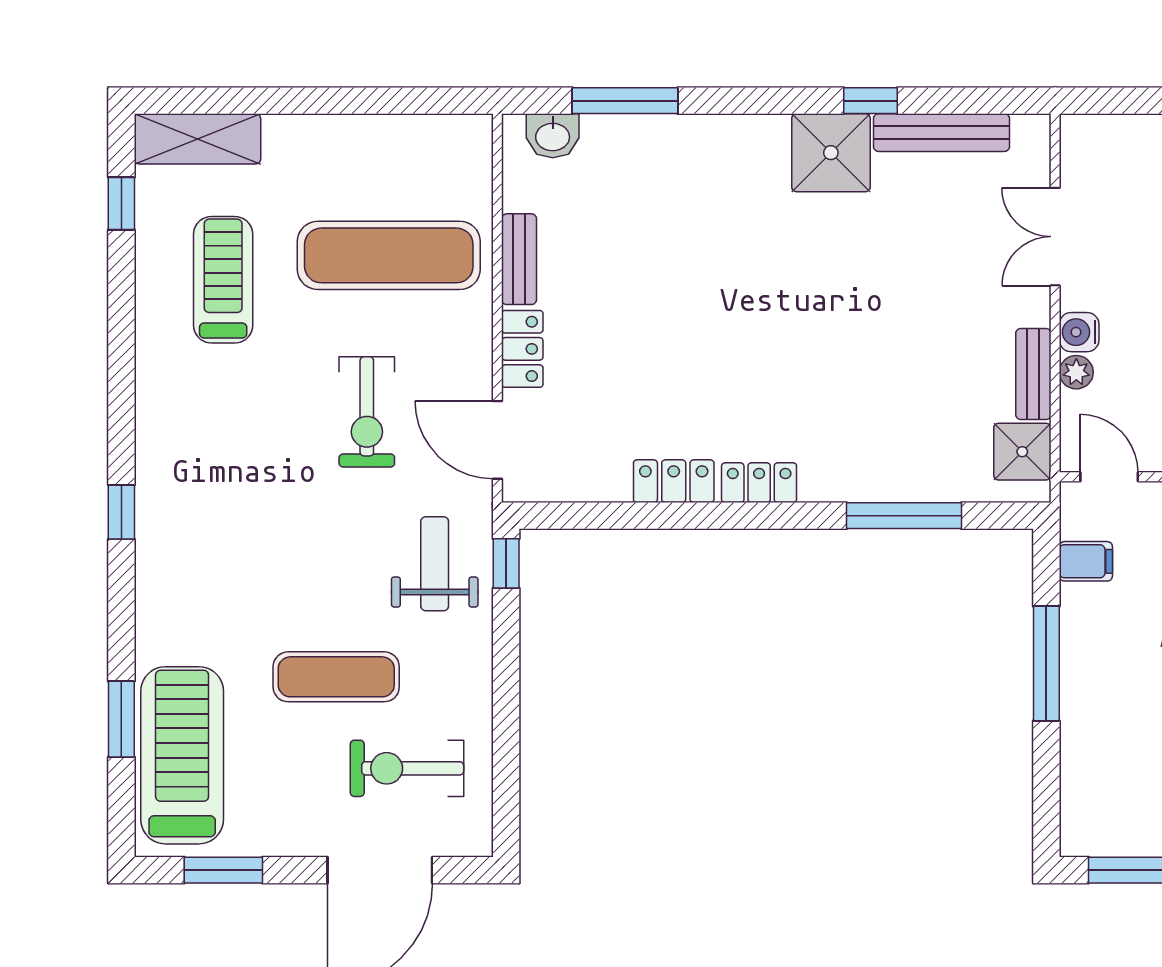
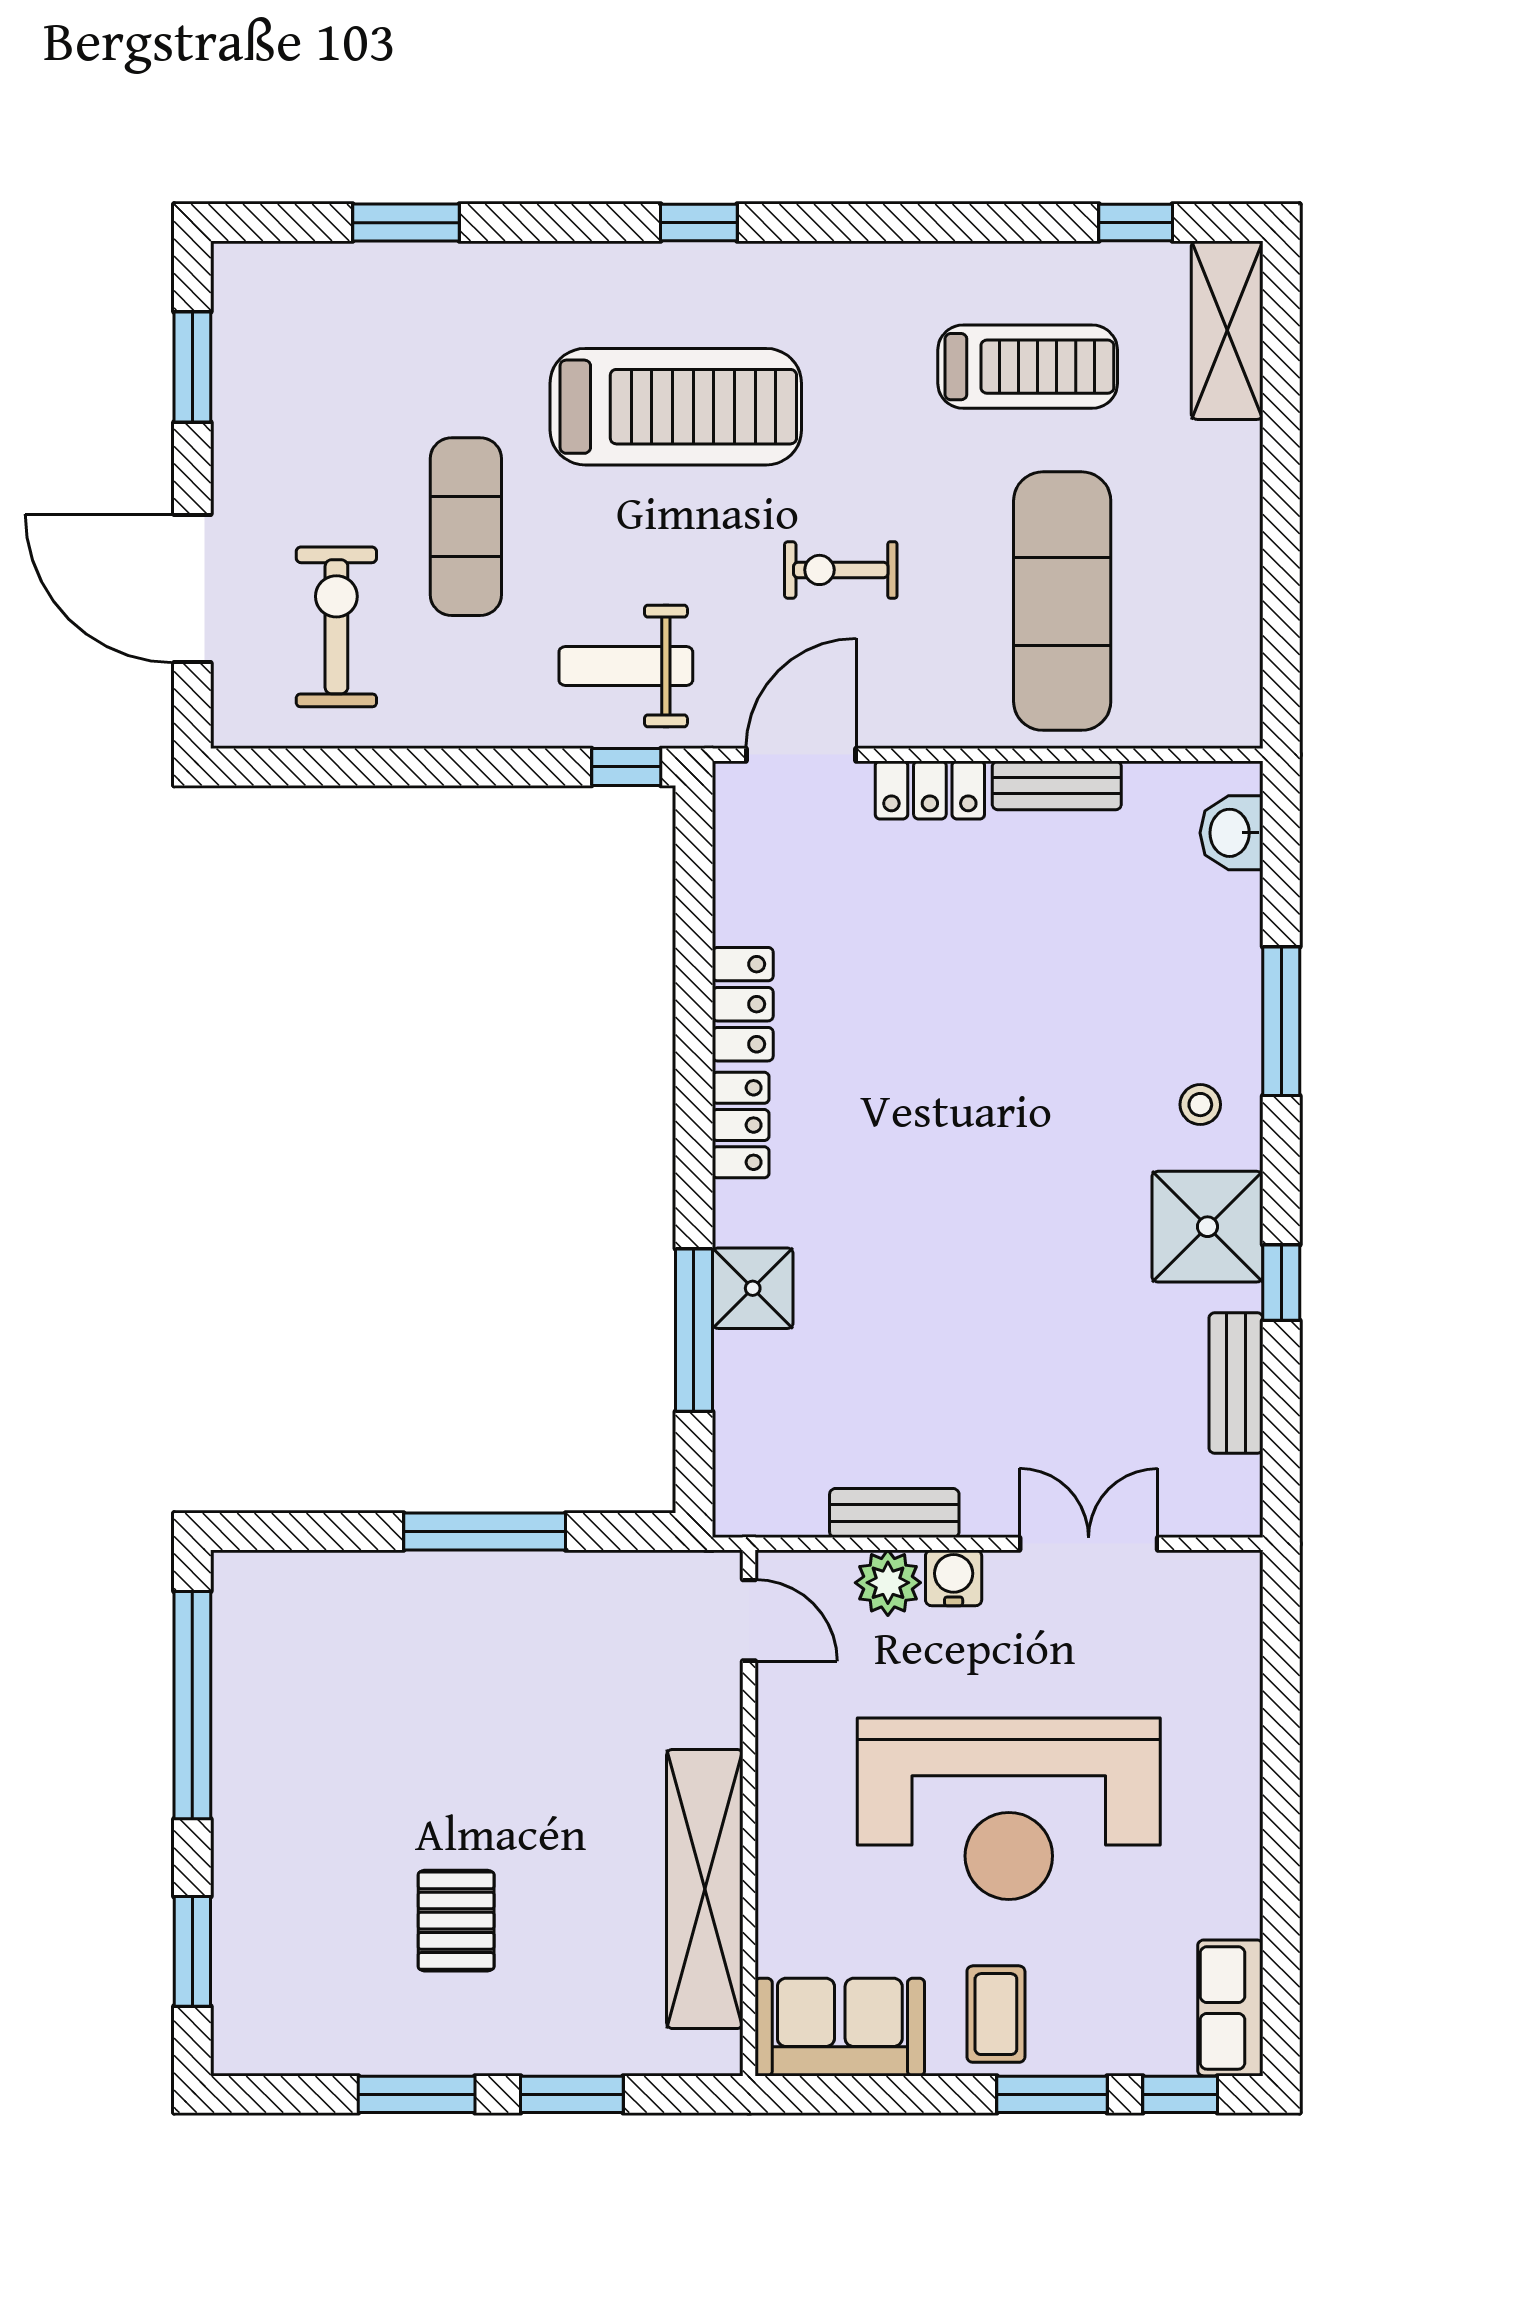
window: (625, 101) -> (1281, 1021), moved
bench: (941, 133) -> (1236, 1383), width x0.73
stool: (745, 158) -> (1200, 1105), added
plant: (1076, 372) -> (888, 1583), width x1.38, depth x1.38
exercise bike: (367, 412) -> (841, 570), width x0.73, depth x0.72
shower: (1022, 452) -> (753, 1288), moved
door: (1109, 477) -> (749, 1620), hinge flipped
filing cabinet: (1086, 561) -> (629, 1587), removed
weight bench: (435, 564) -> (626, 666), turned 180
treadmill: (182, 755) -> (676, 407), moved

